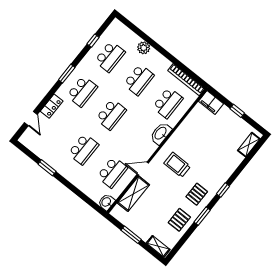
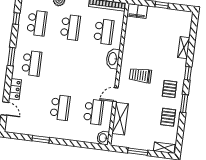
school desk: (111, 114) -> (65, 67), removed
shelving: (249, 145) -> (184, 48), moved

